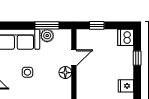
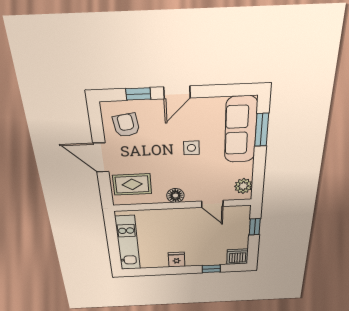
window: (47, 25) -> (262, 130), moved
plant: (47, 36) -> (243, 186), moved
floor lamp: (65, 73) -> (175, 196), moved

